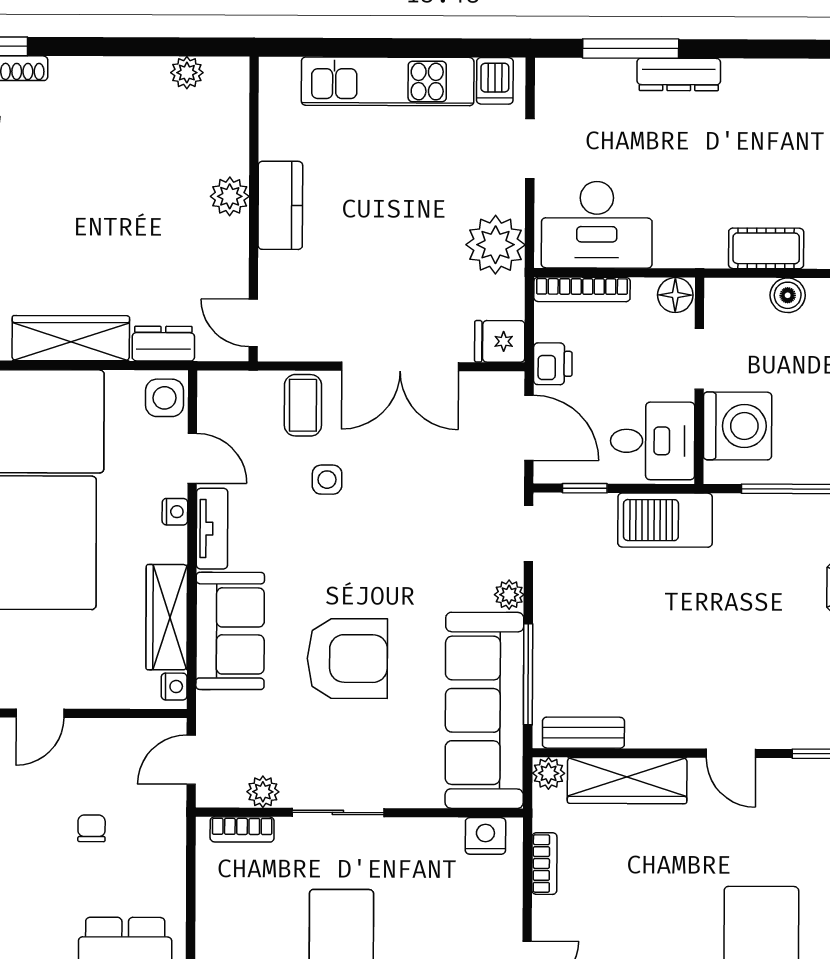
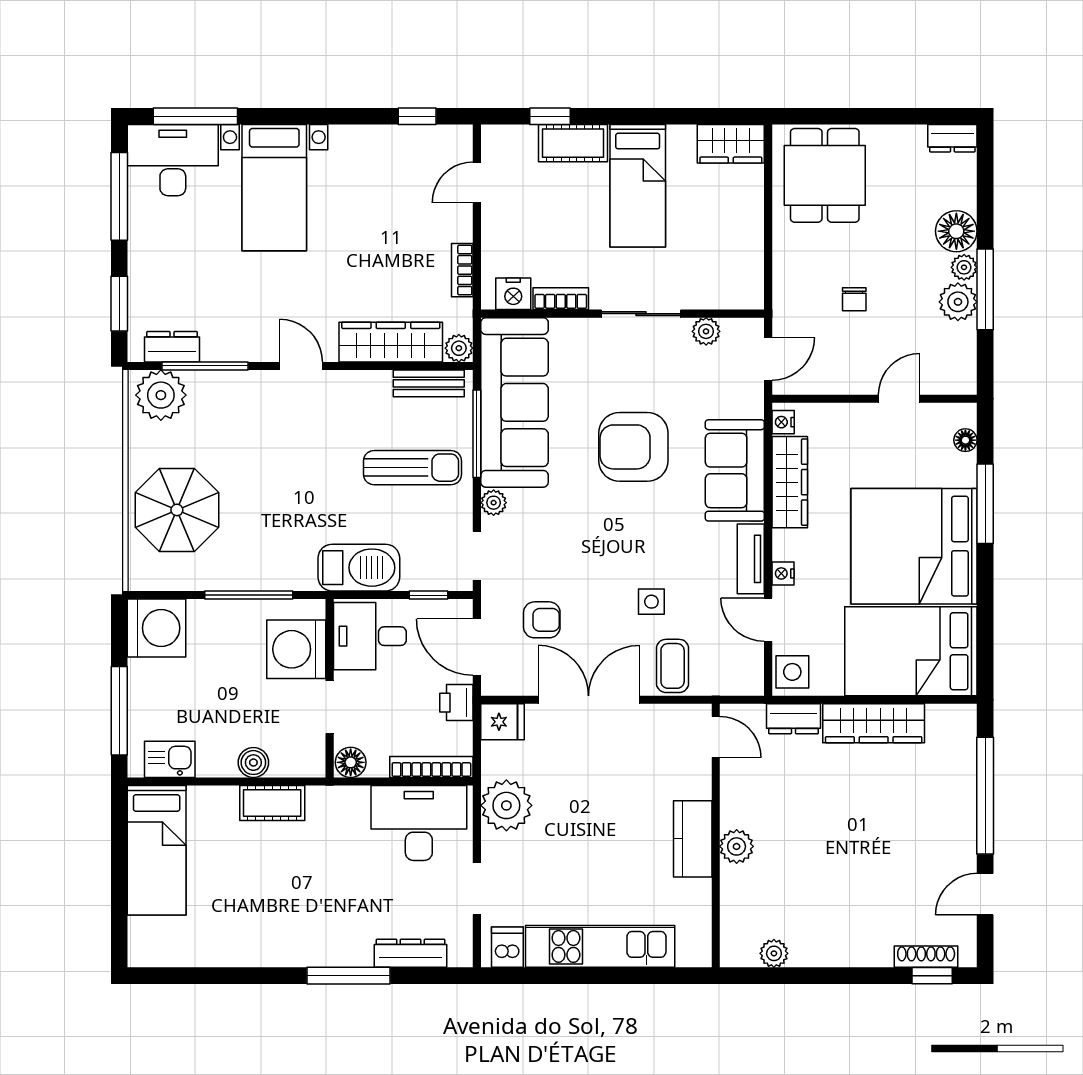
window: (631, 49) -> (348, 976), moved
dresser: (679, 74) -> (411, 953), moved
armchair: (454, 459) -> (542, 620), added
sun lounger: (603, 635) -> (413, 468), added
bookcase: (242, 829) -> (561, 299), moved

